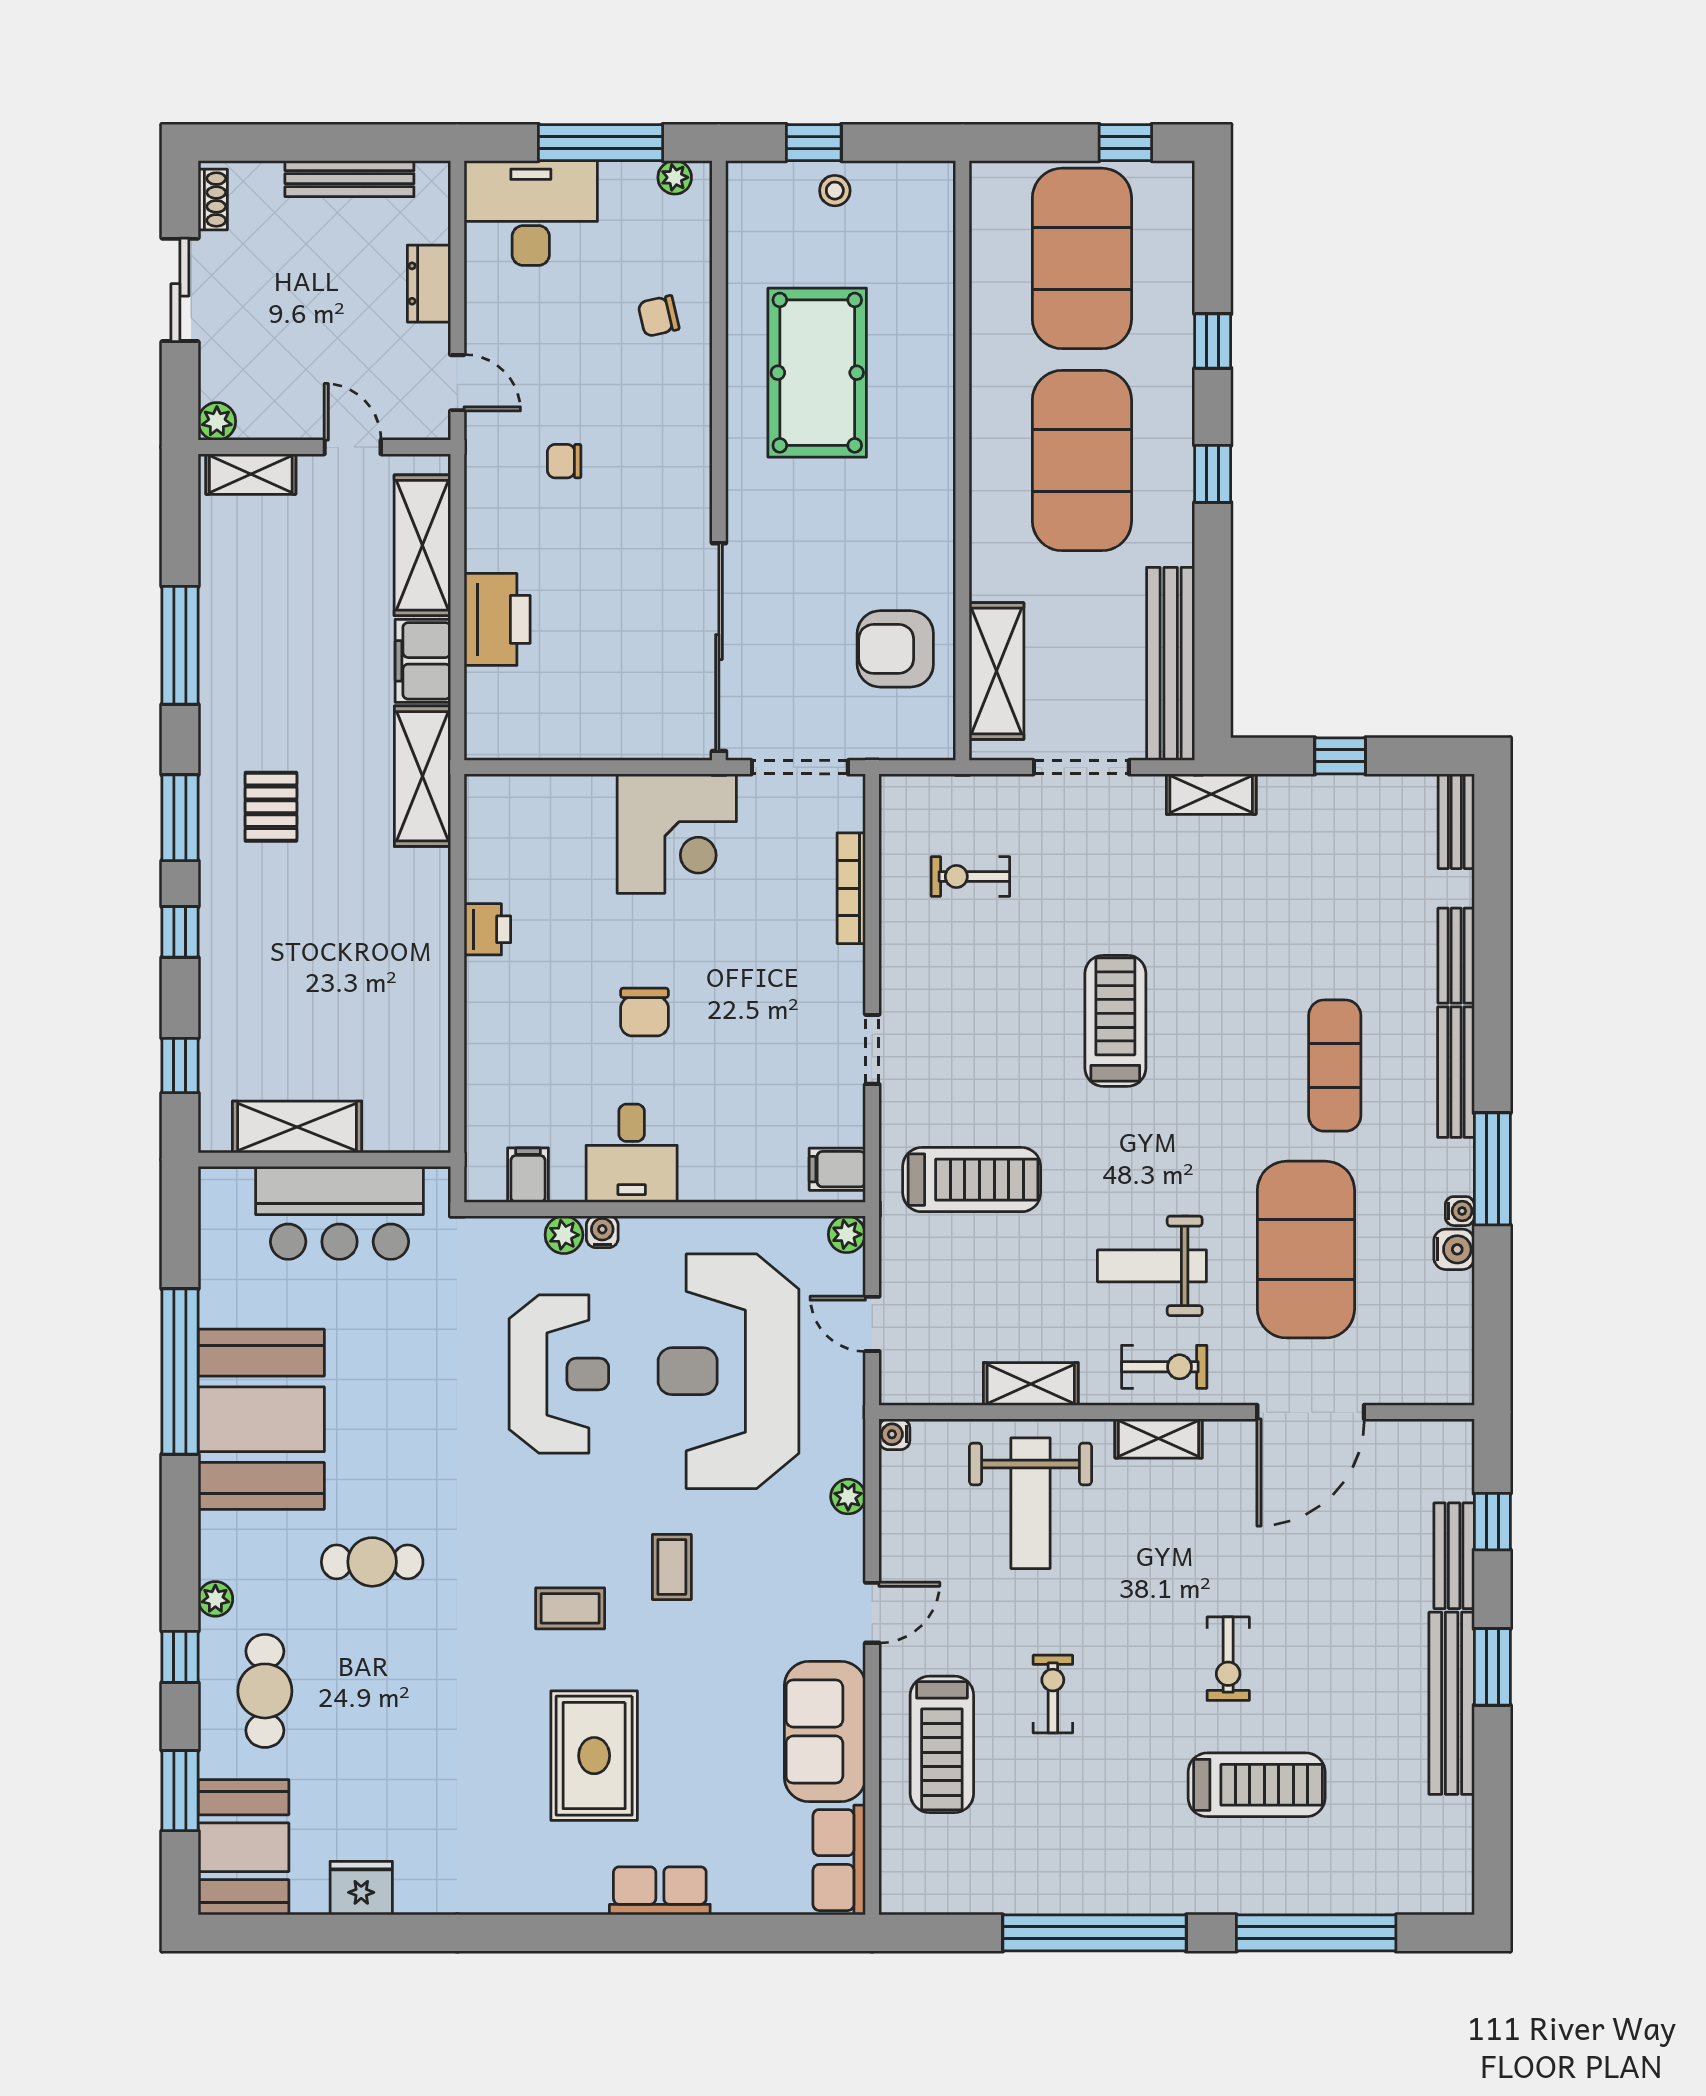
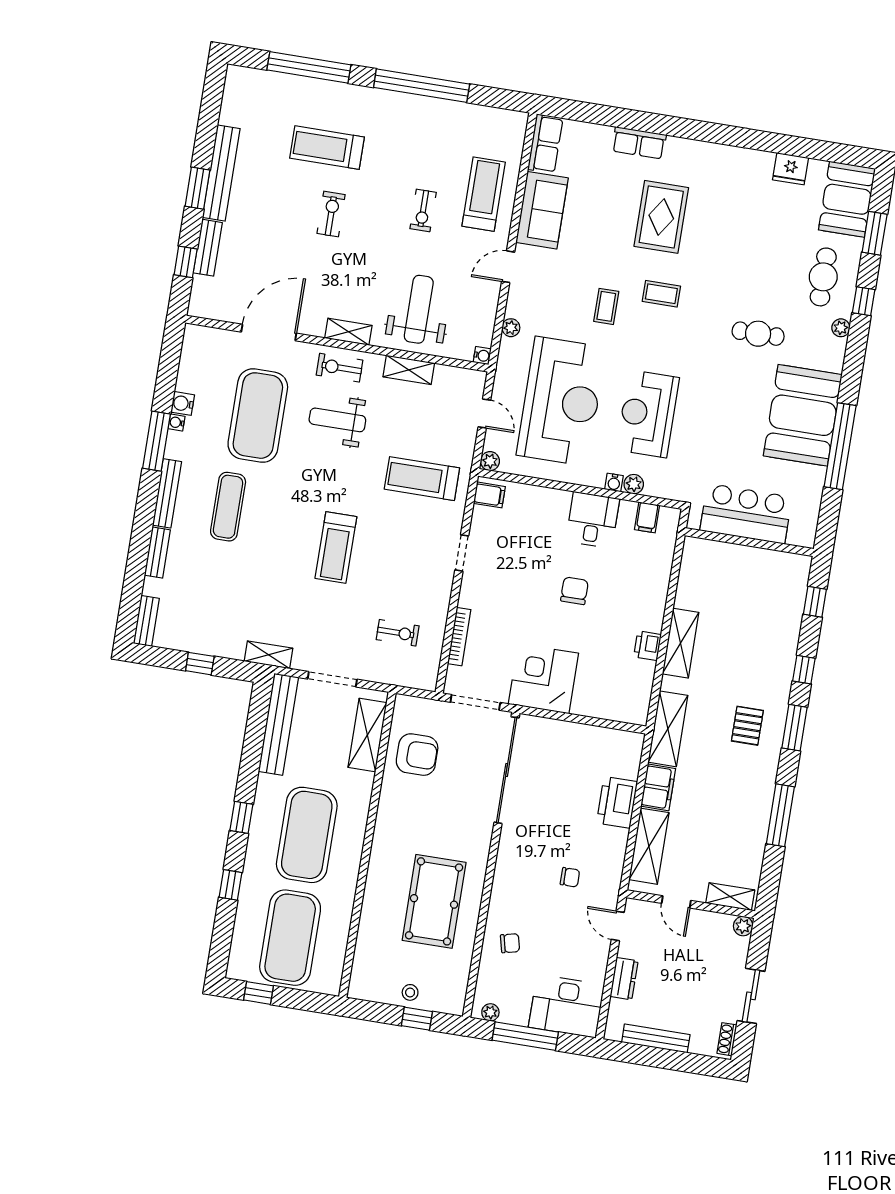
shelving: (297, 1127) -> (681, 643), moved, turned 90
weight bench: (1152, 1266) -> (337, 420), turned 180

